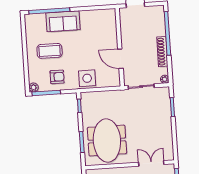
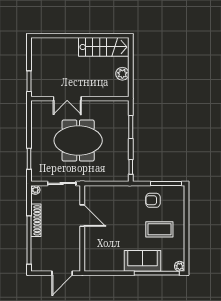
side table: (87, 78) -> (120, 197), removed
plant: (34, 87) -> (180, 266), moved
meeting table: (107, 141) -> (78, 141), moved, turned 90
double door: (151, 163) -> (67, 99), moved

